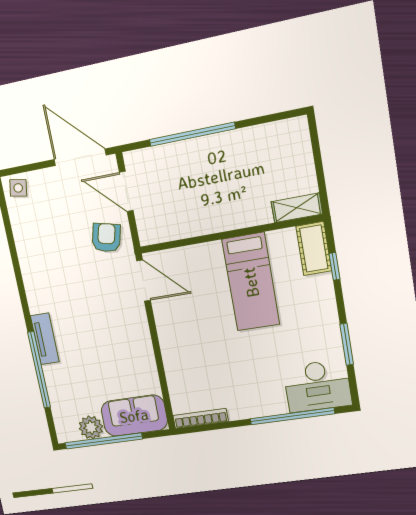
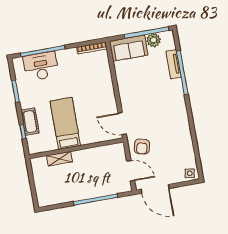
shelving: (297, 208) -> (60, 159), moved
cot: (314, 249) -> (30, 122), moved
tv unit: (45, 339) -> (174, 64), moved
desk: (317, 386) -> (41, 66), moved

